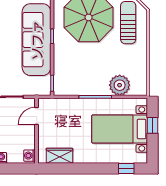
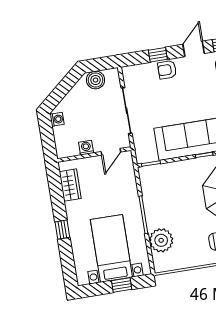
door: (37, 116) -> (111, 152), swing flipped
washing machine: (29, 156) -> (86, 148), moved
window: (126, 169) -> (62, 230), moved

